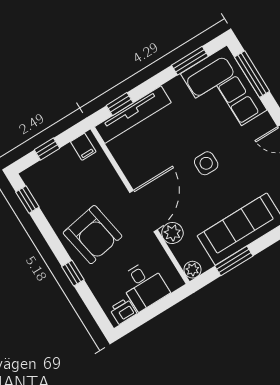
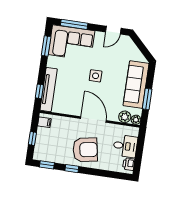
plant: (172, 233) -> (125, 117), moved
window: (73, 273) -> (72, 169), moved

